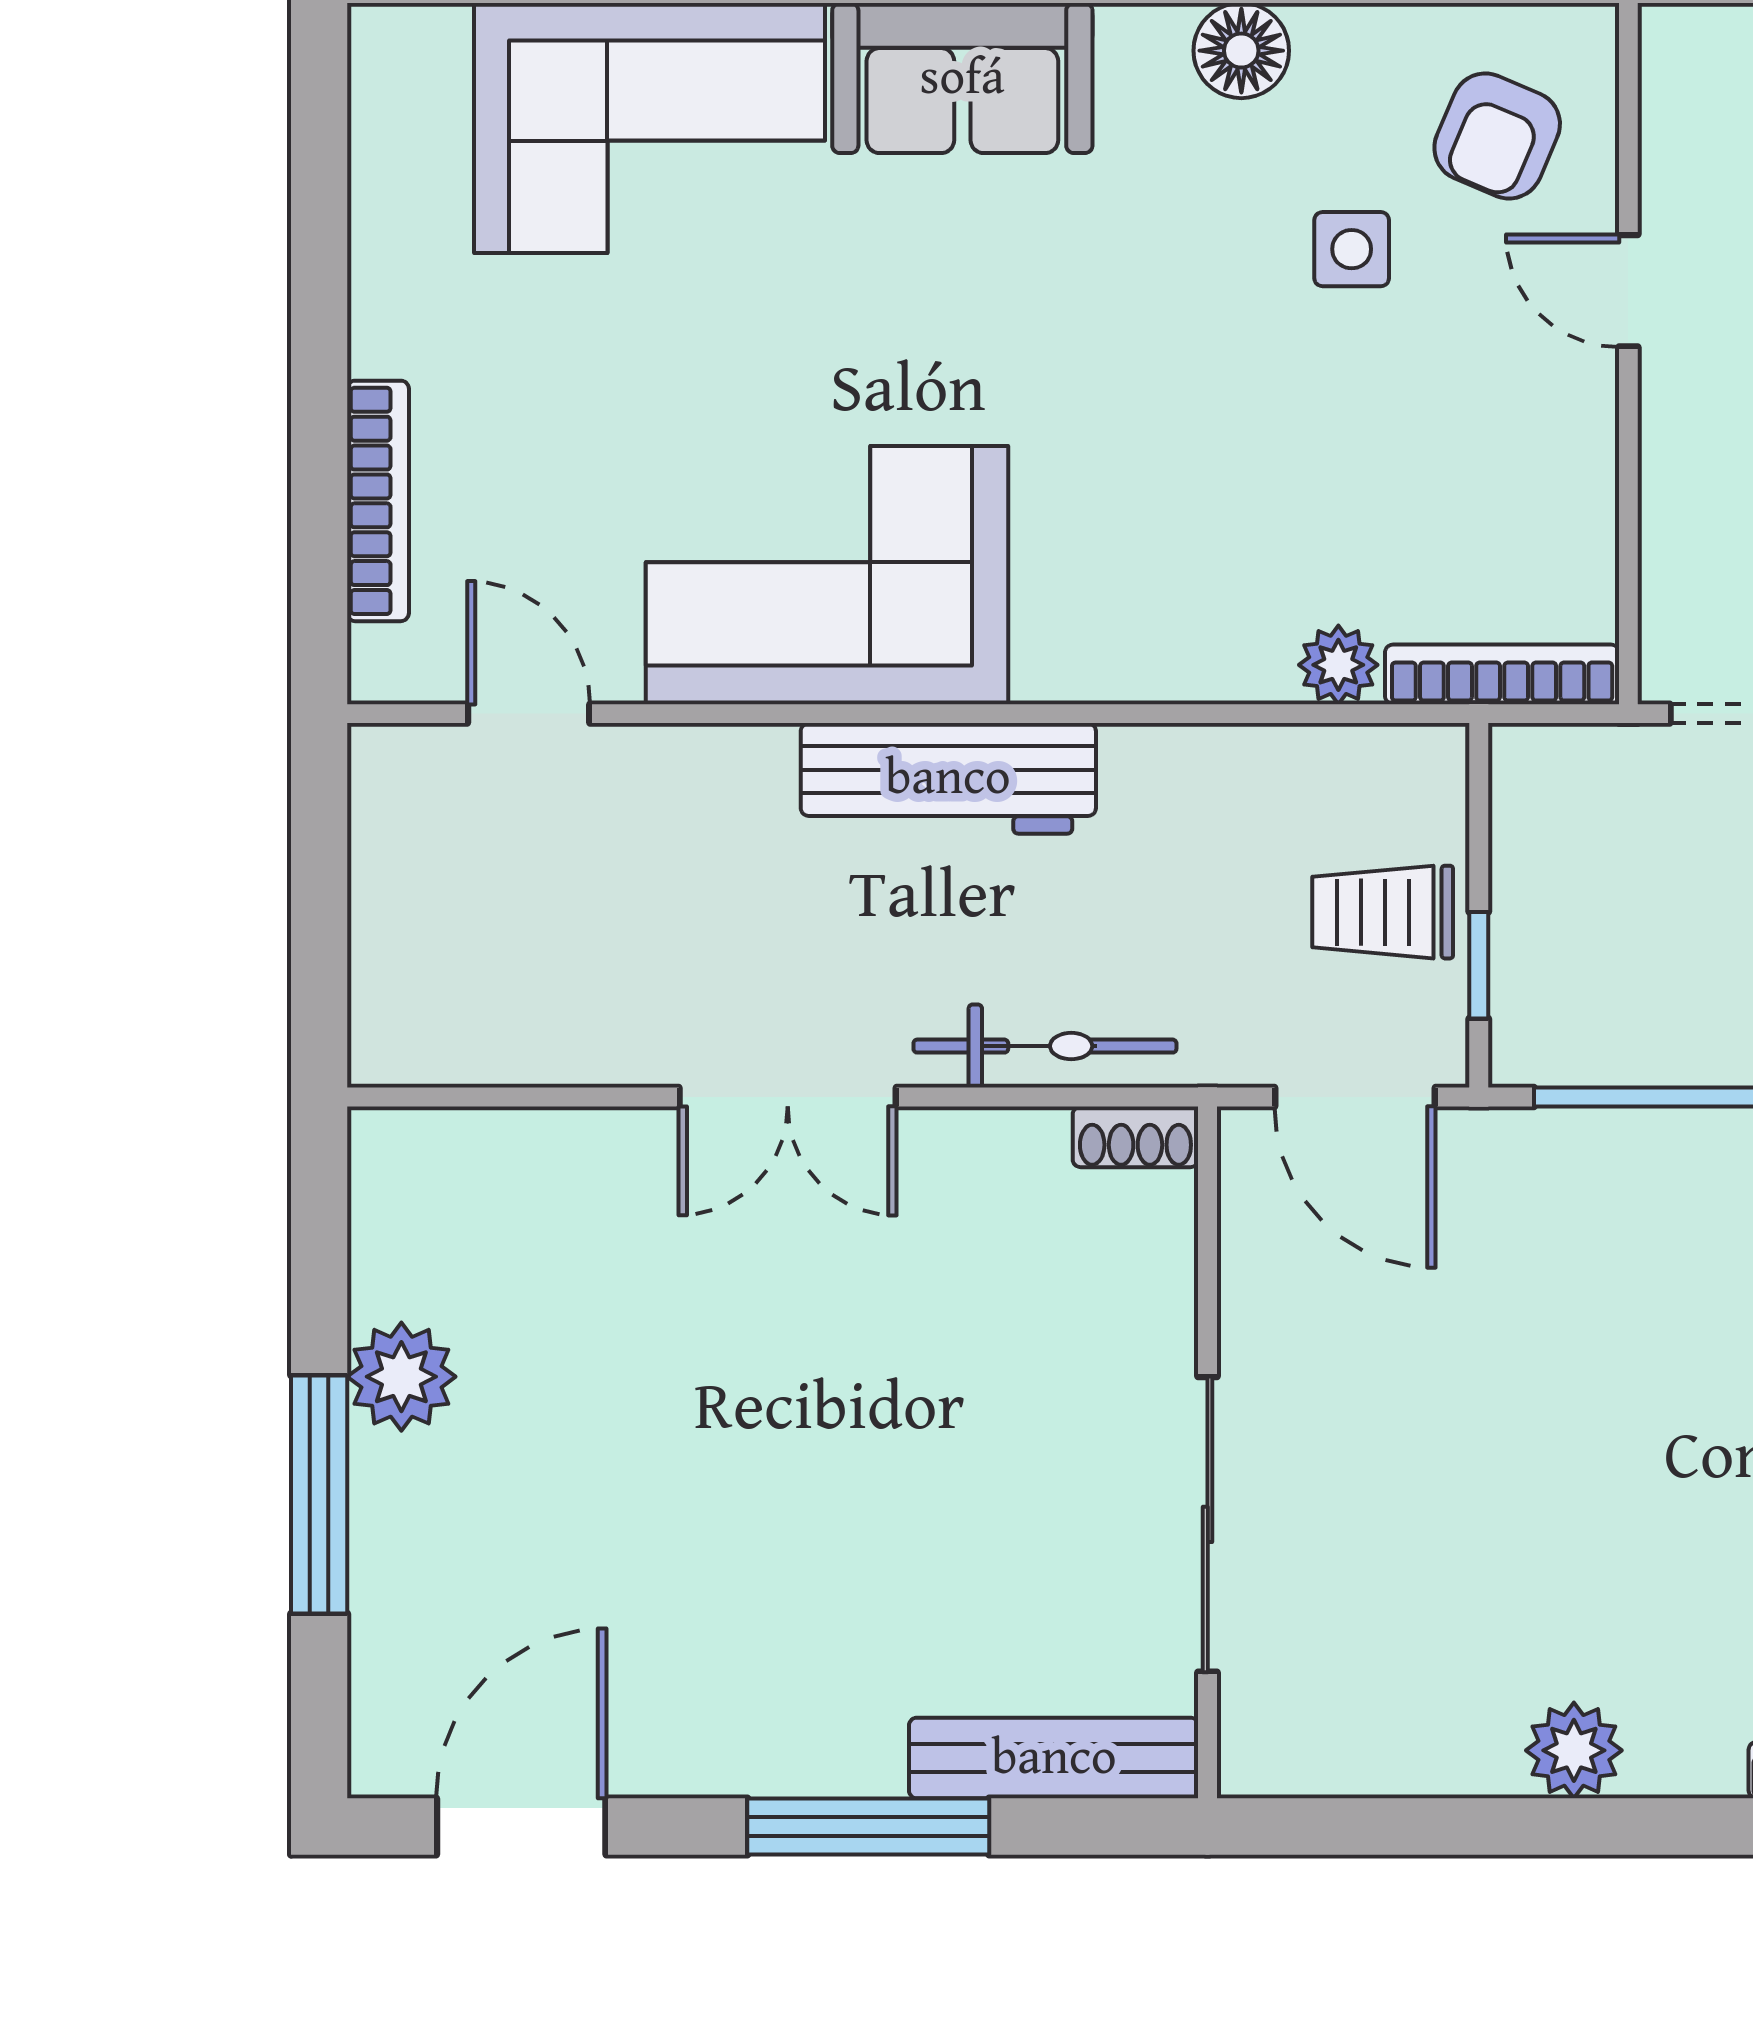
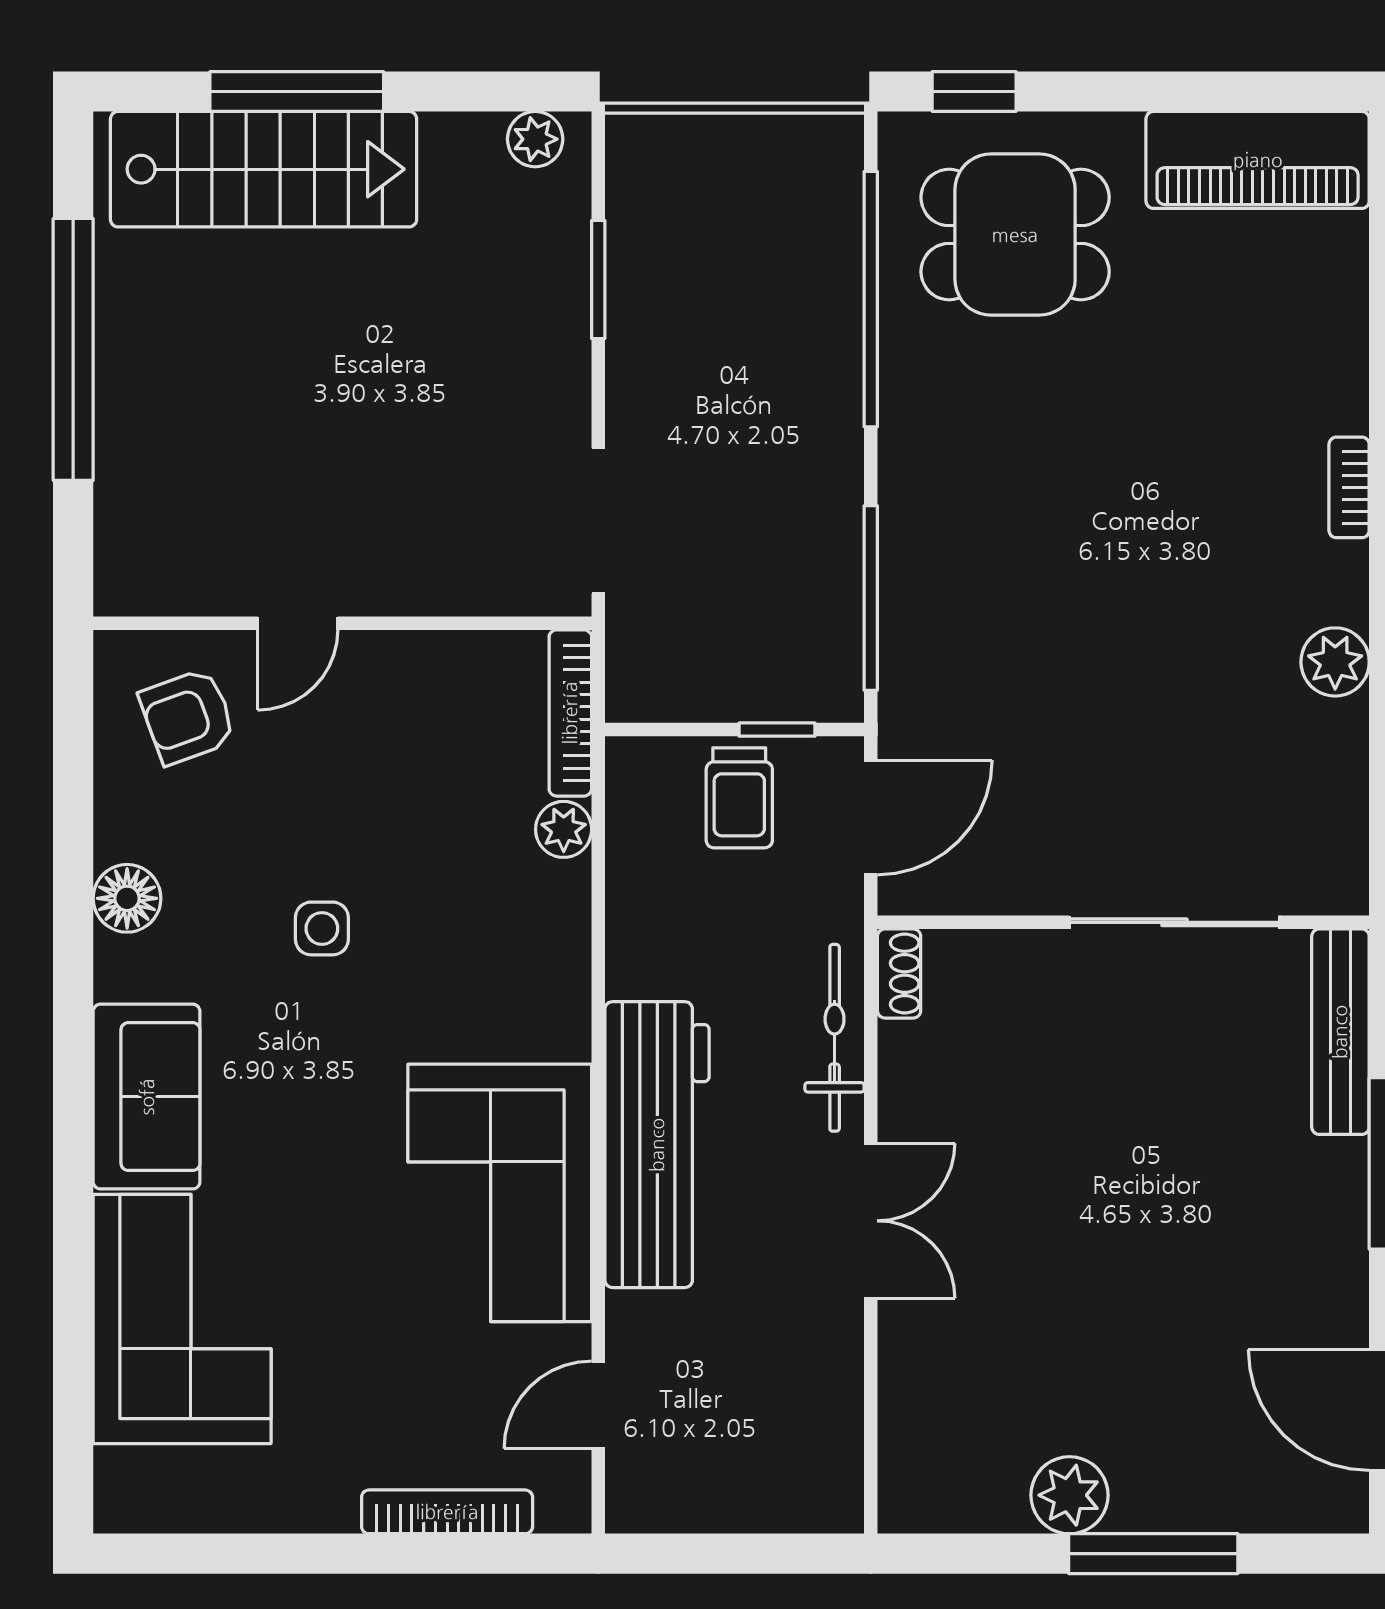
armchair: (1497, 136) -> (188, 716), turned 137
side table: (1352, 249) -> (322, 928), moved
workbench: (948, 778) -> (657, 1145), width x1.36, depth x1.32

